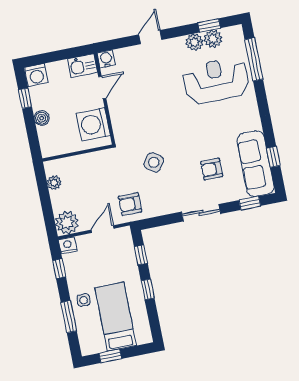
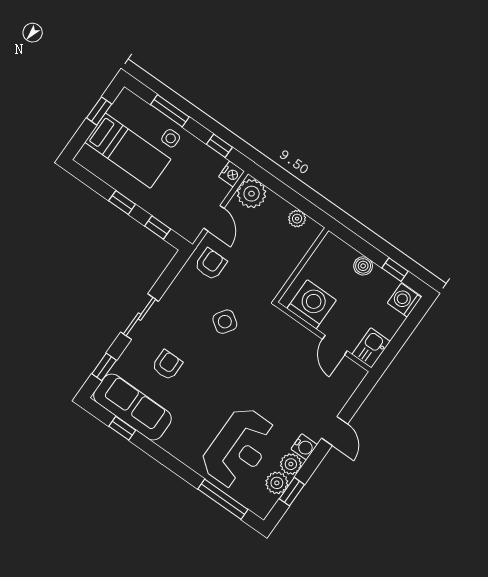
water cooler: (106, 59) -> (304, 447), moved

